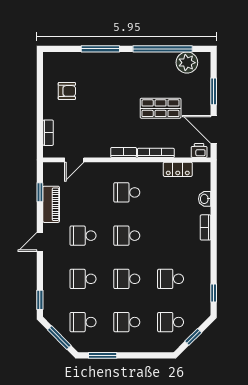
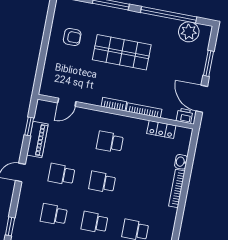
shop shelf: (161, 108) -> (122, 52), moved, width x1.43, depth x1.36
bookcase: (48, 133) -> (47, 72), removed
bookcase: (206, 227) -> (177, 188), width x1.56

